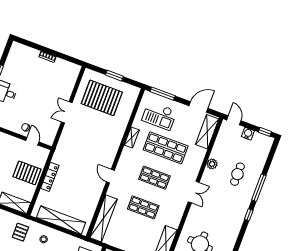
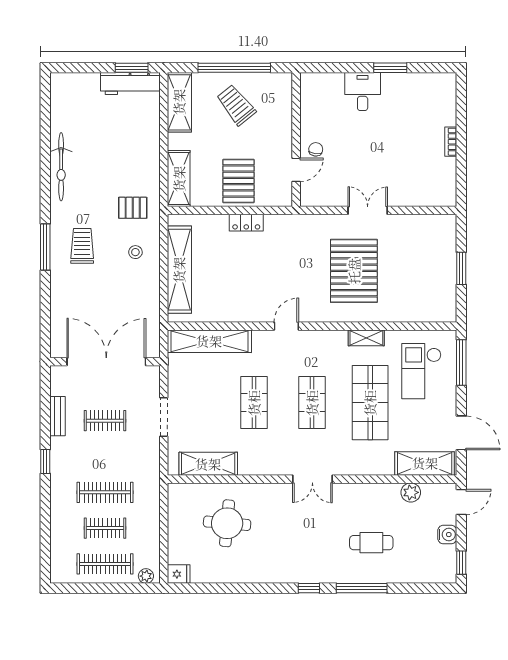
pallet: (102, 98) -> (354, 271), moved
plant: (212, 164) -> (411, 492), moved
locker: (50, 177) -> (246, 223), width x0.66

